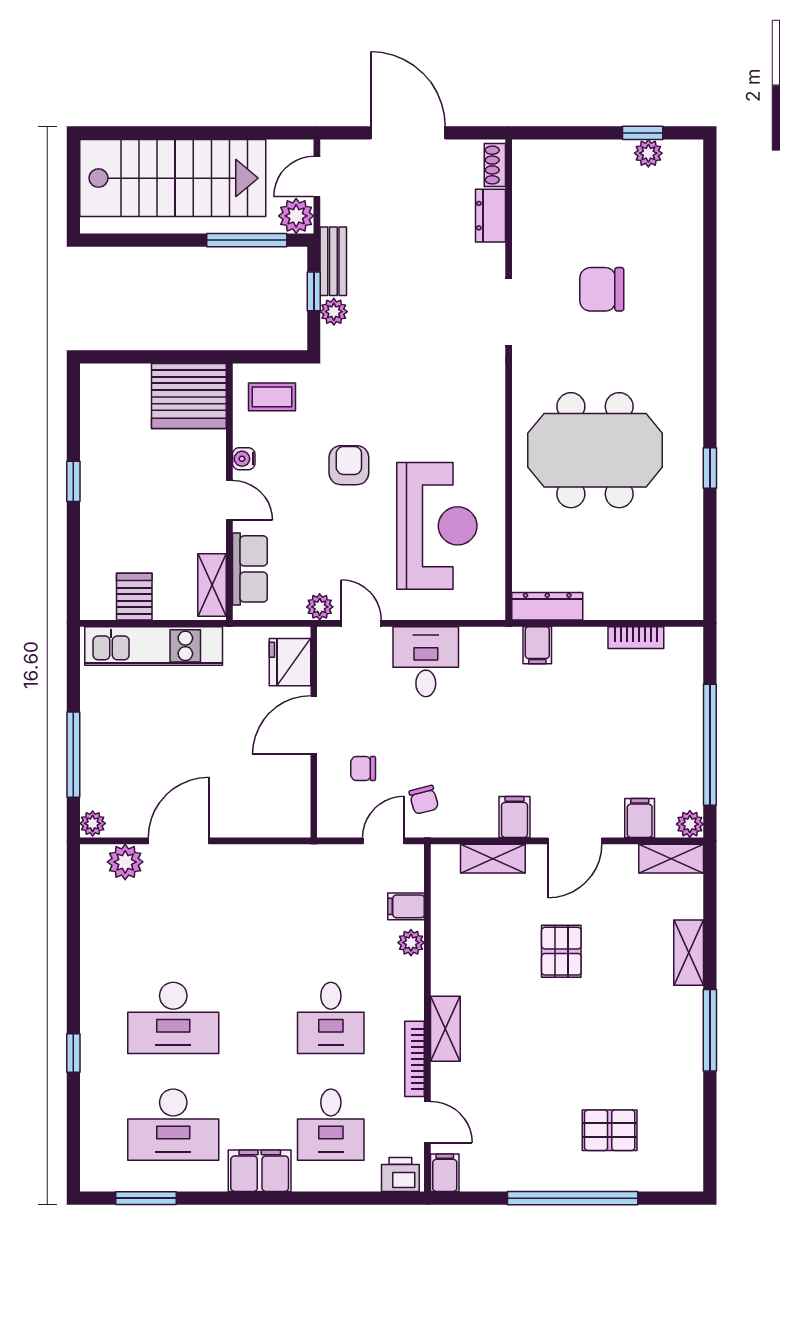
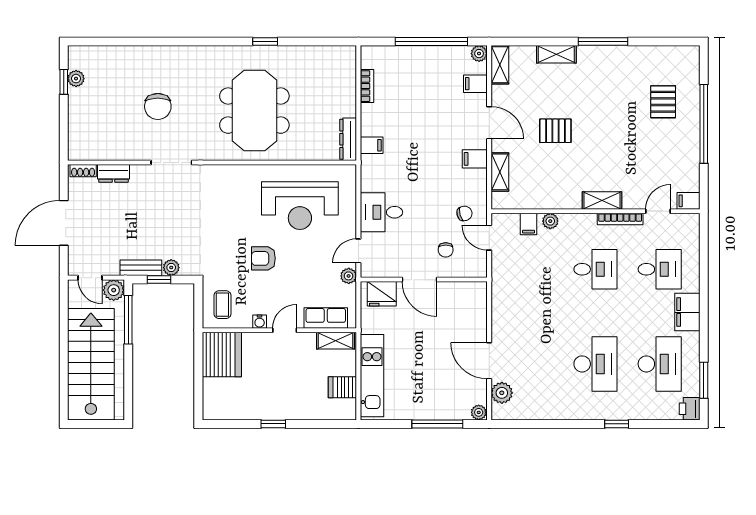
reception desk: (437, 526) -> (300, 206), turned 180
printer: (400, 1175) -> (690, 409), moved

